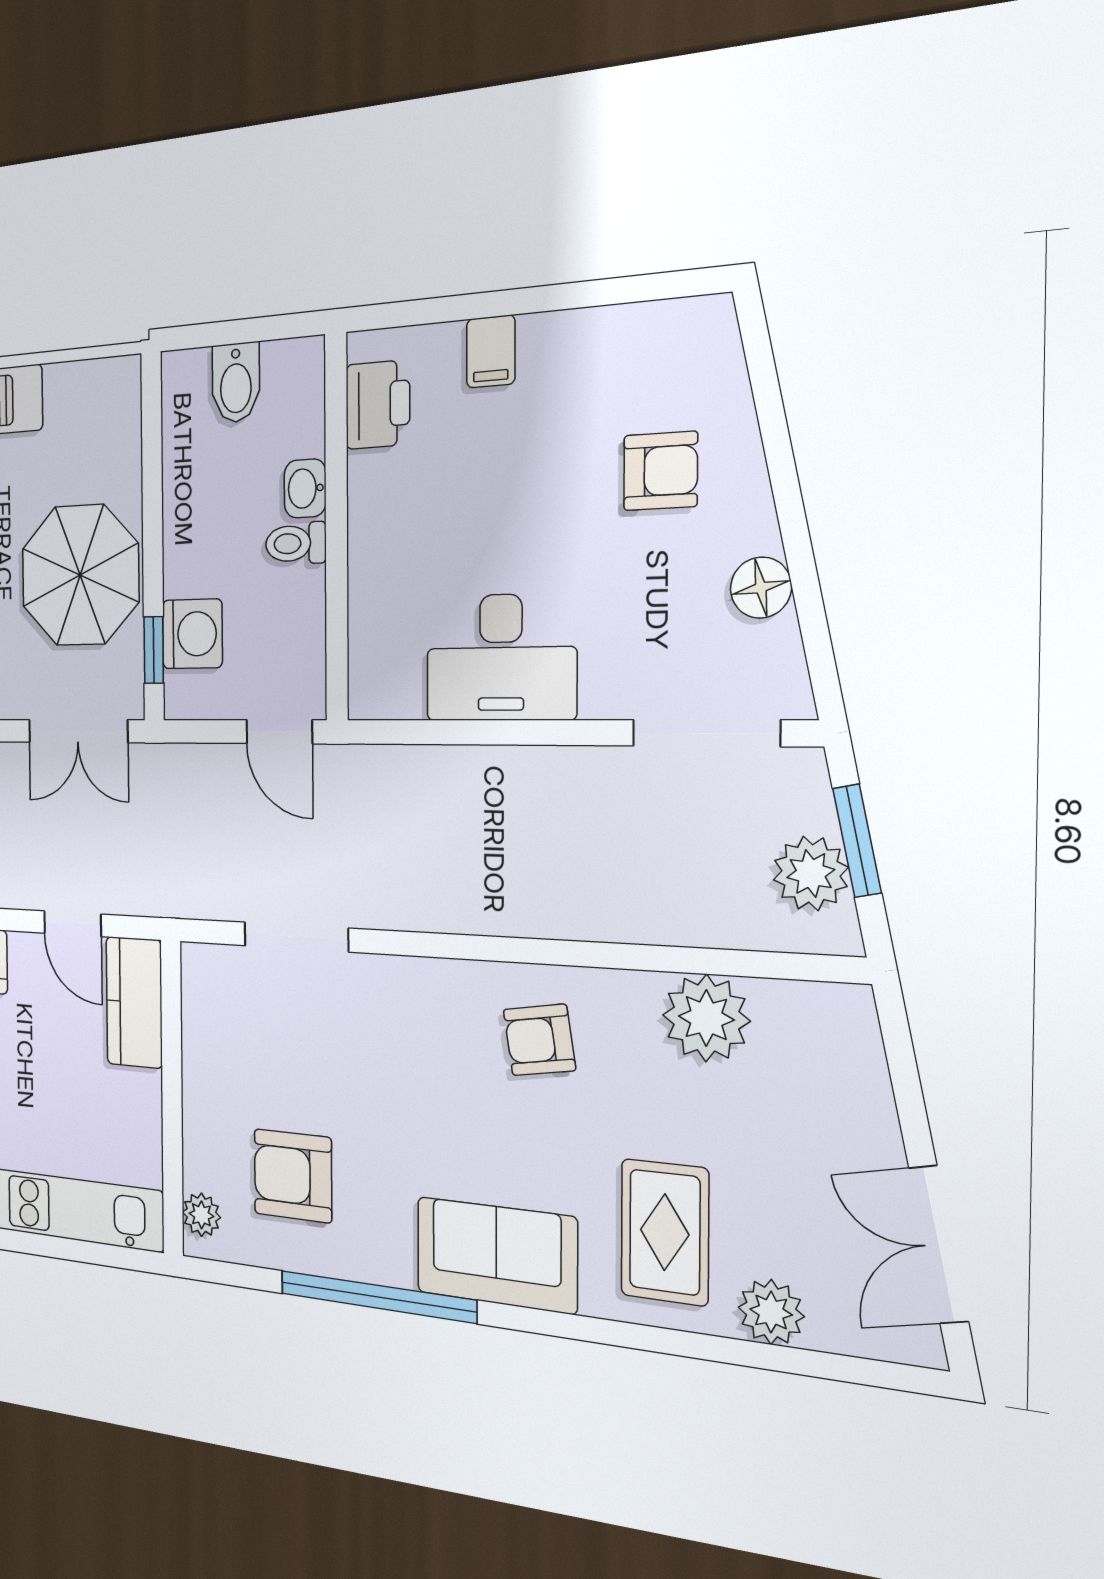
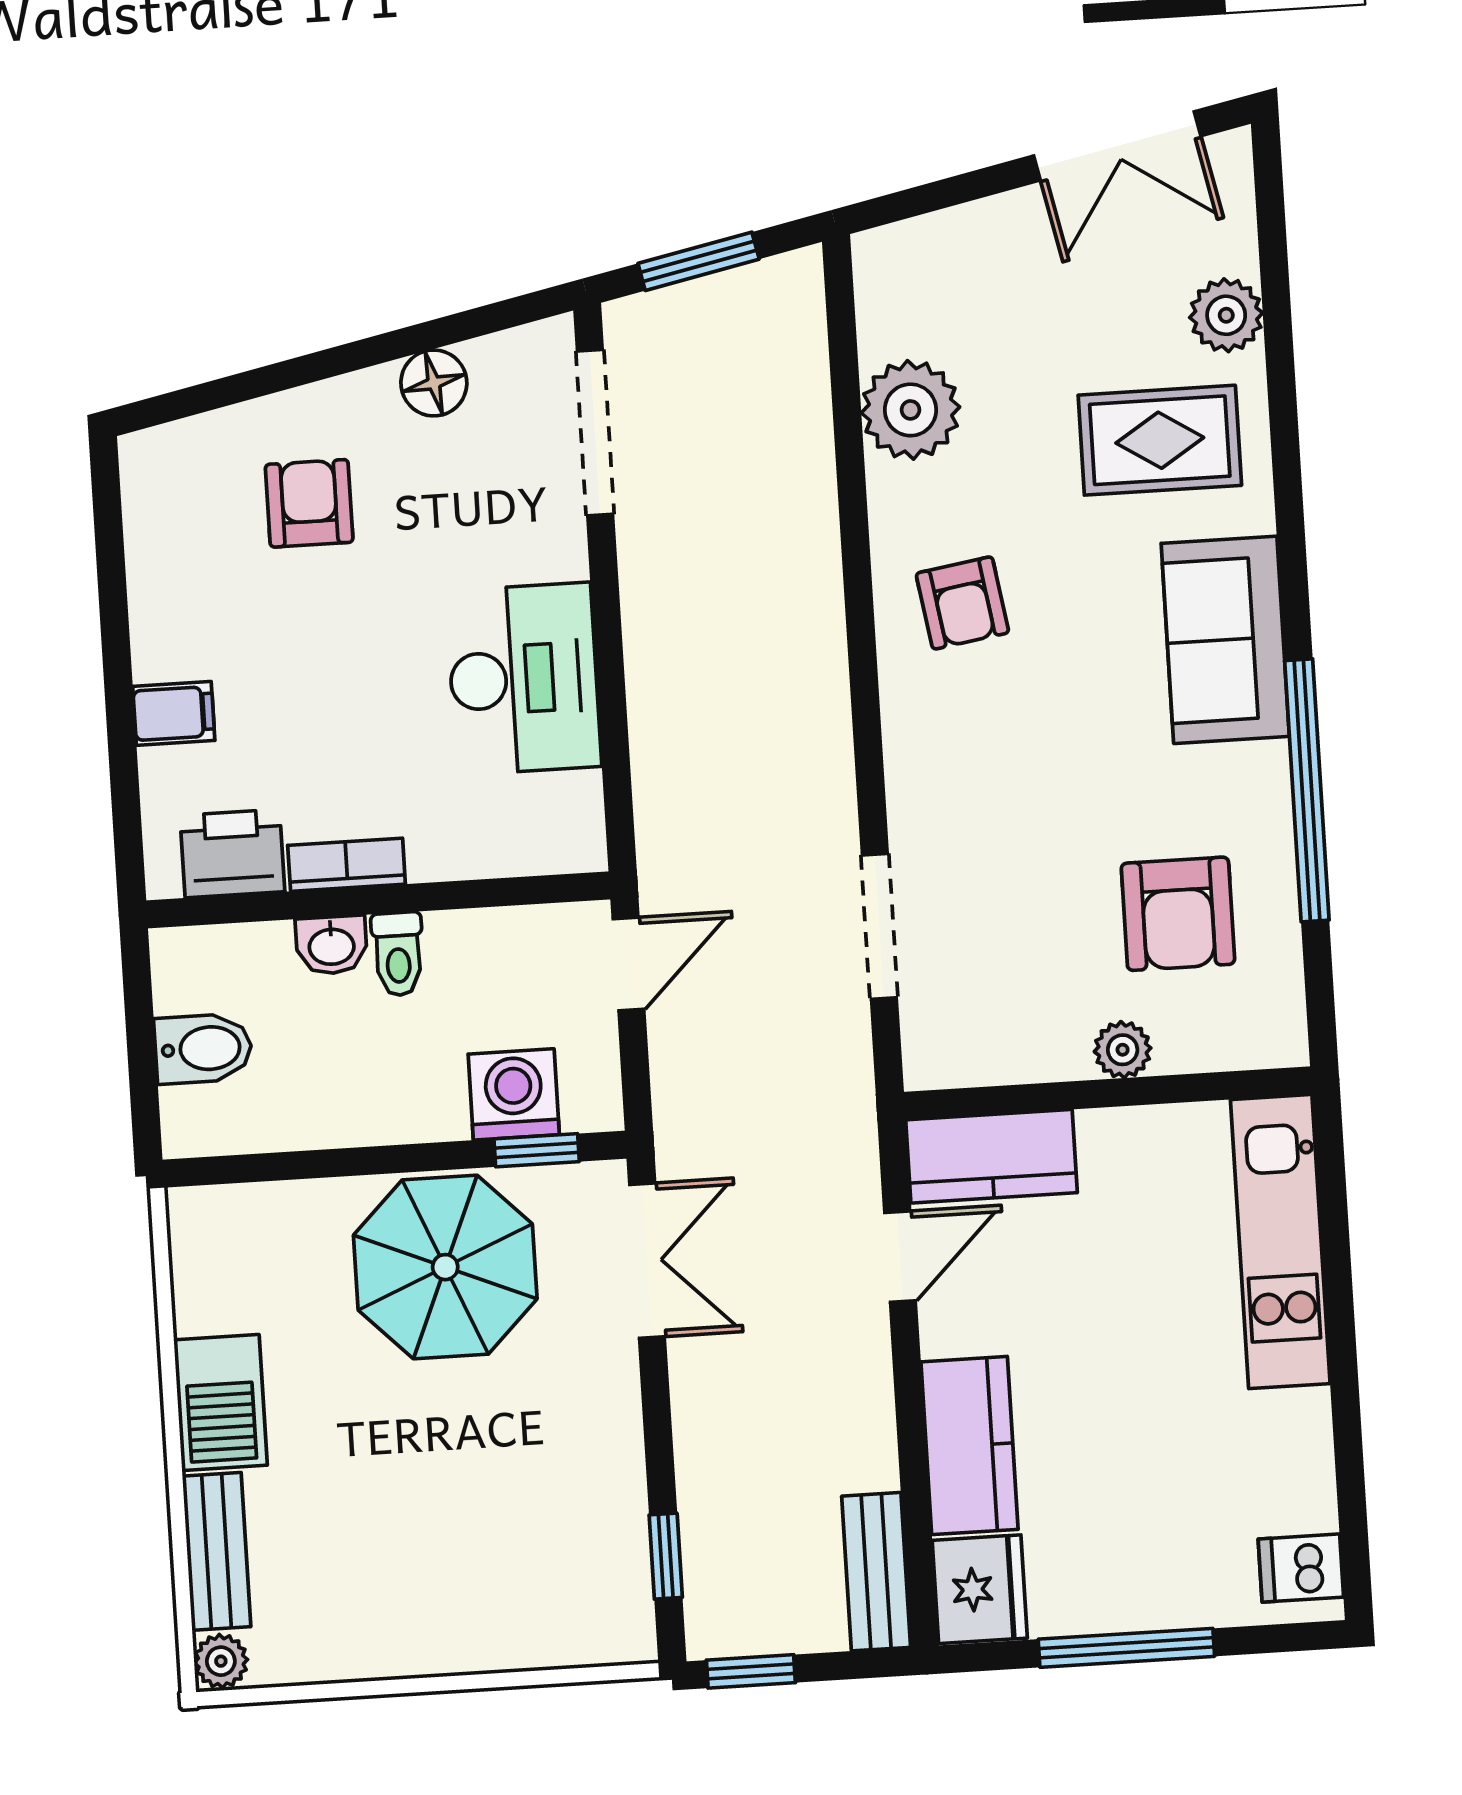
bookcase: (364, 502) -> (347, 865), added
plant: (811, 873) -> (738, 307), removed
plant: (201, 1215) -> (1123, 1050), moved

